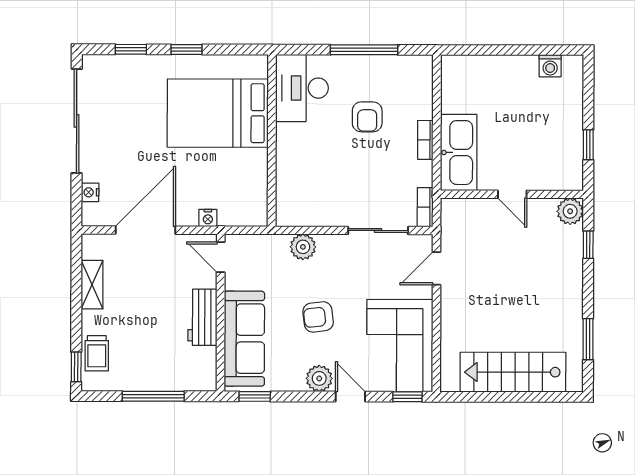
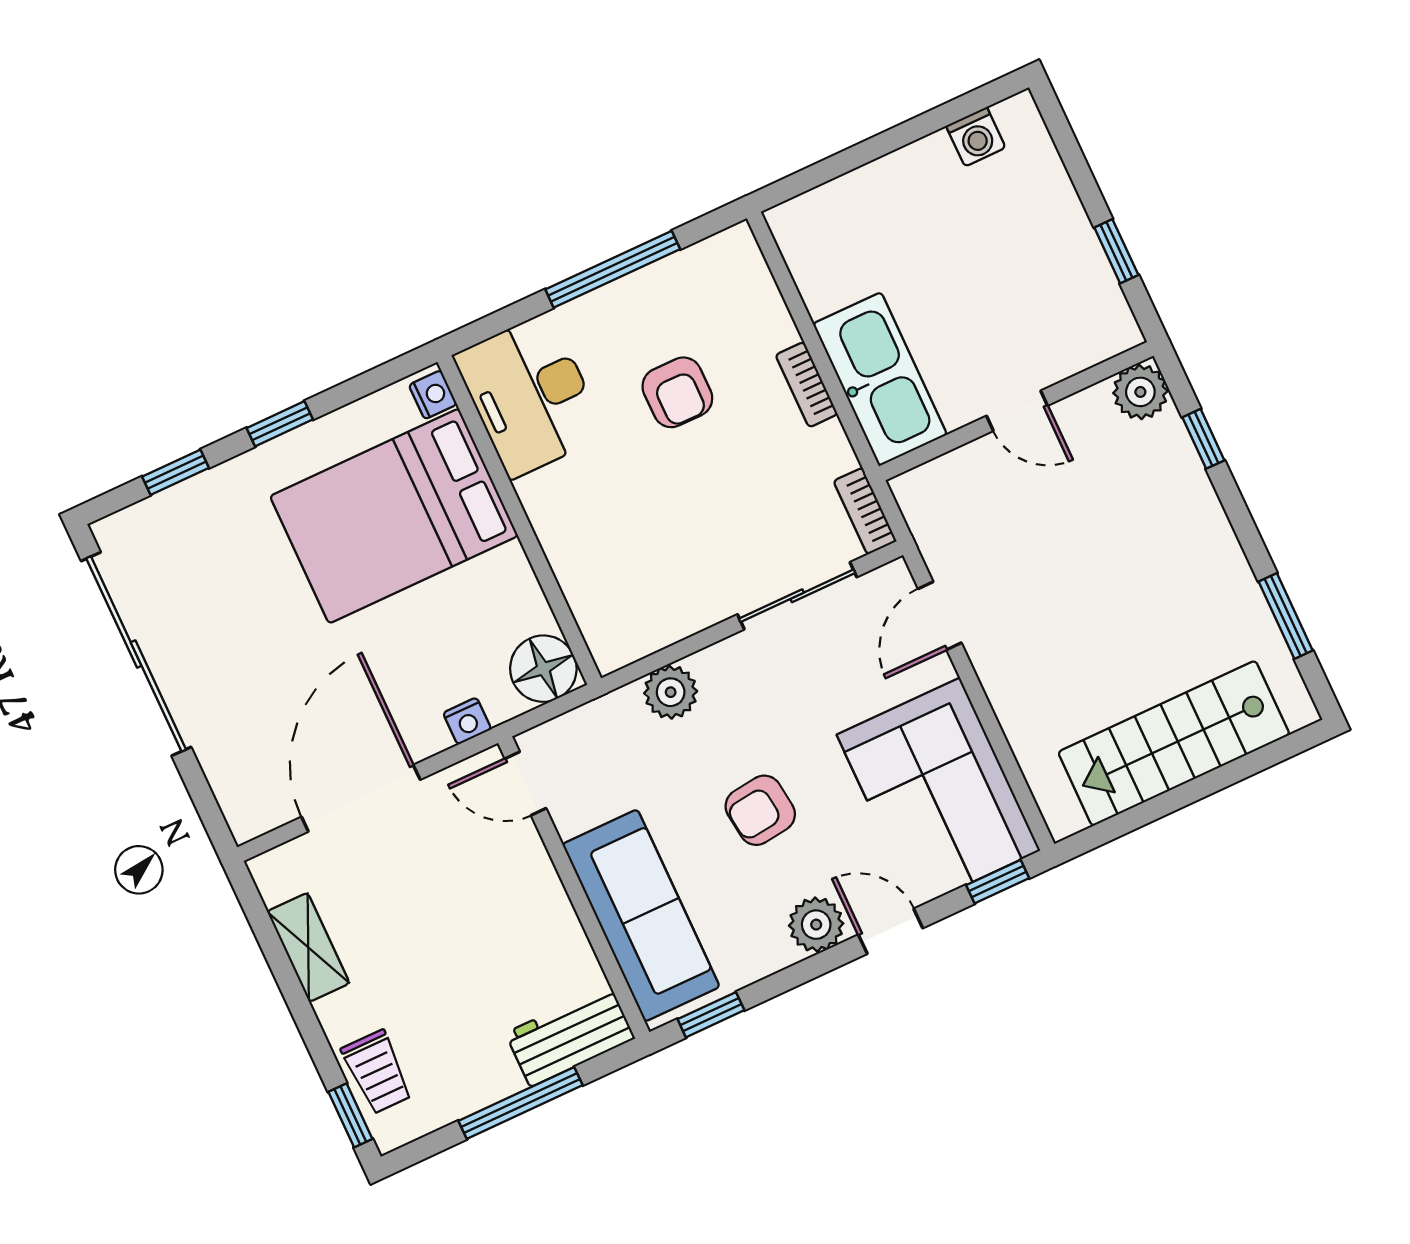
nightstand: (90, 192) -> (433, 395), moved, turned 180
floor lamp: (252, 211) -> (543, 669), added
workbench: (202, 317) -> (570, 1036), moved, turned 90

